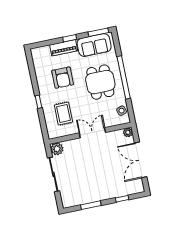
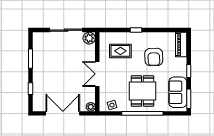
piano: (64, 48) -> (181, 45), moved
armchair: (63, 78) -> (154, 57), turned -92
dining table: (100, 82) -> (142, 91), turned 90
double door: (92, 133) -> (97, 74), swing flipped

